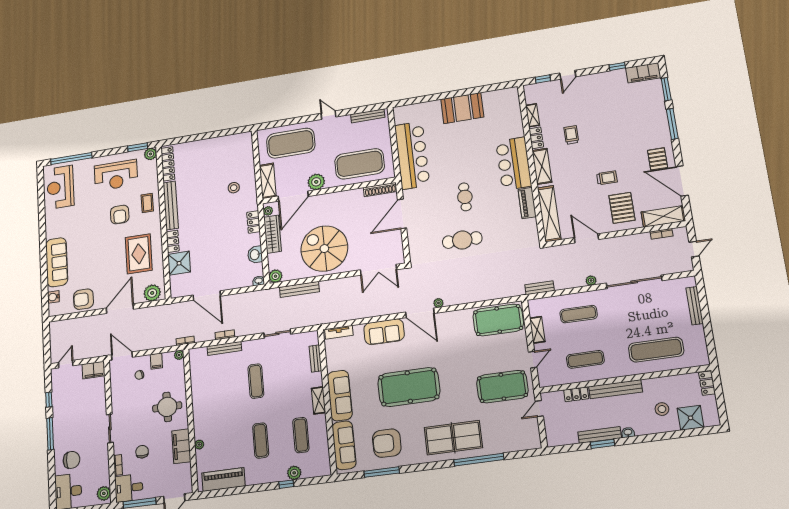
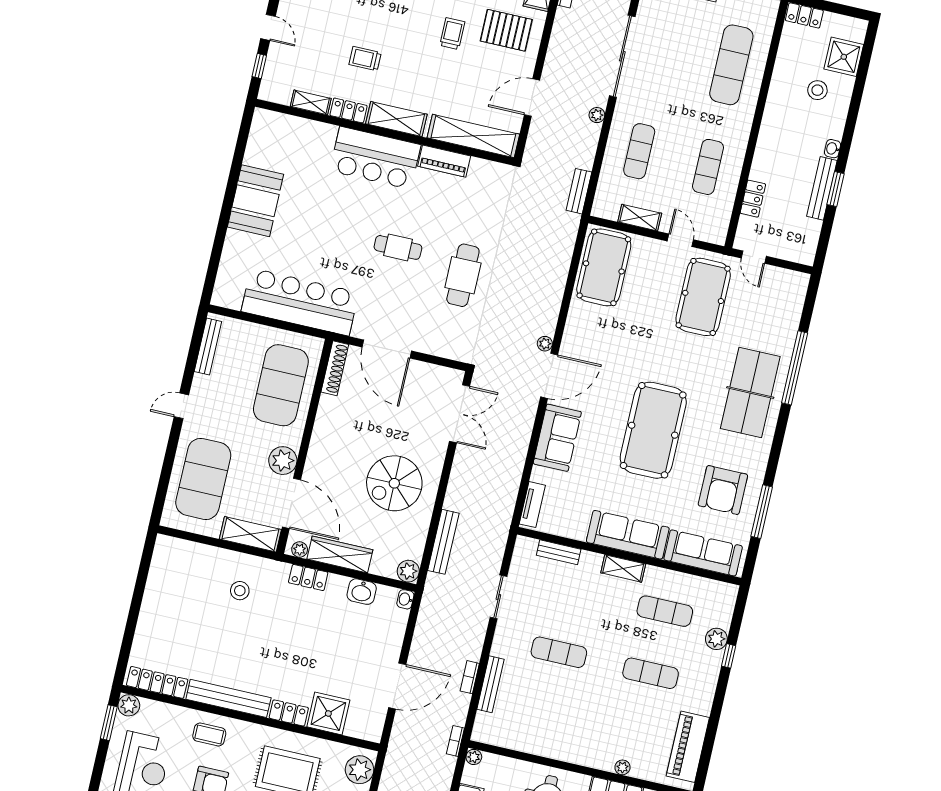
spiral stairs: (324, 249) -> (394, 483), width x0.73, depth x0.73
bench: (616, 389) -> (766, 142), removed

